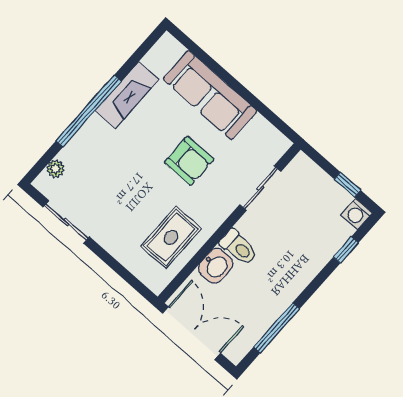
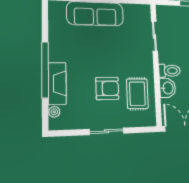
fireplace: (127, 95) -> (57, 83), moved
armchair: (189, 161) -> (107, 88), moved
sliding door: (66, 222) -> (106, 131), moved

